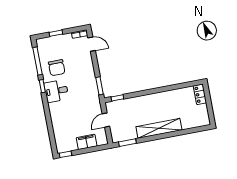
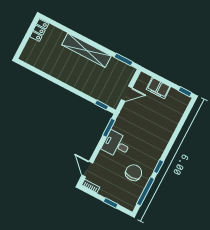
desk: (56, 91) -> (116, 145), moved, turned 180
locker: (200, 94) -> (39, 30), moved

